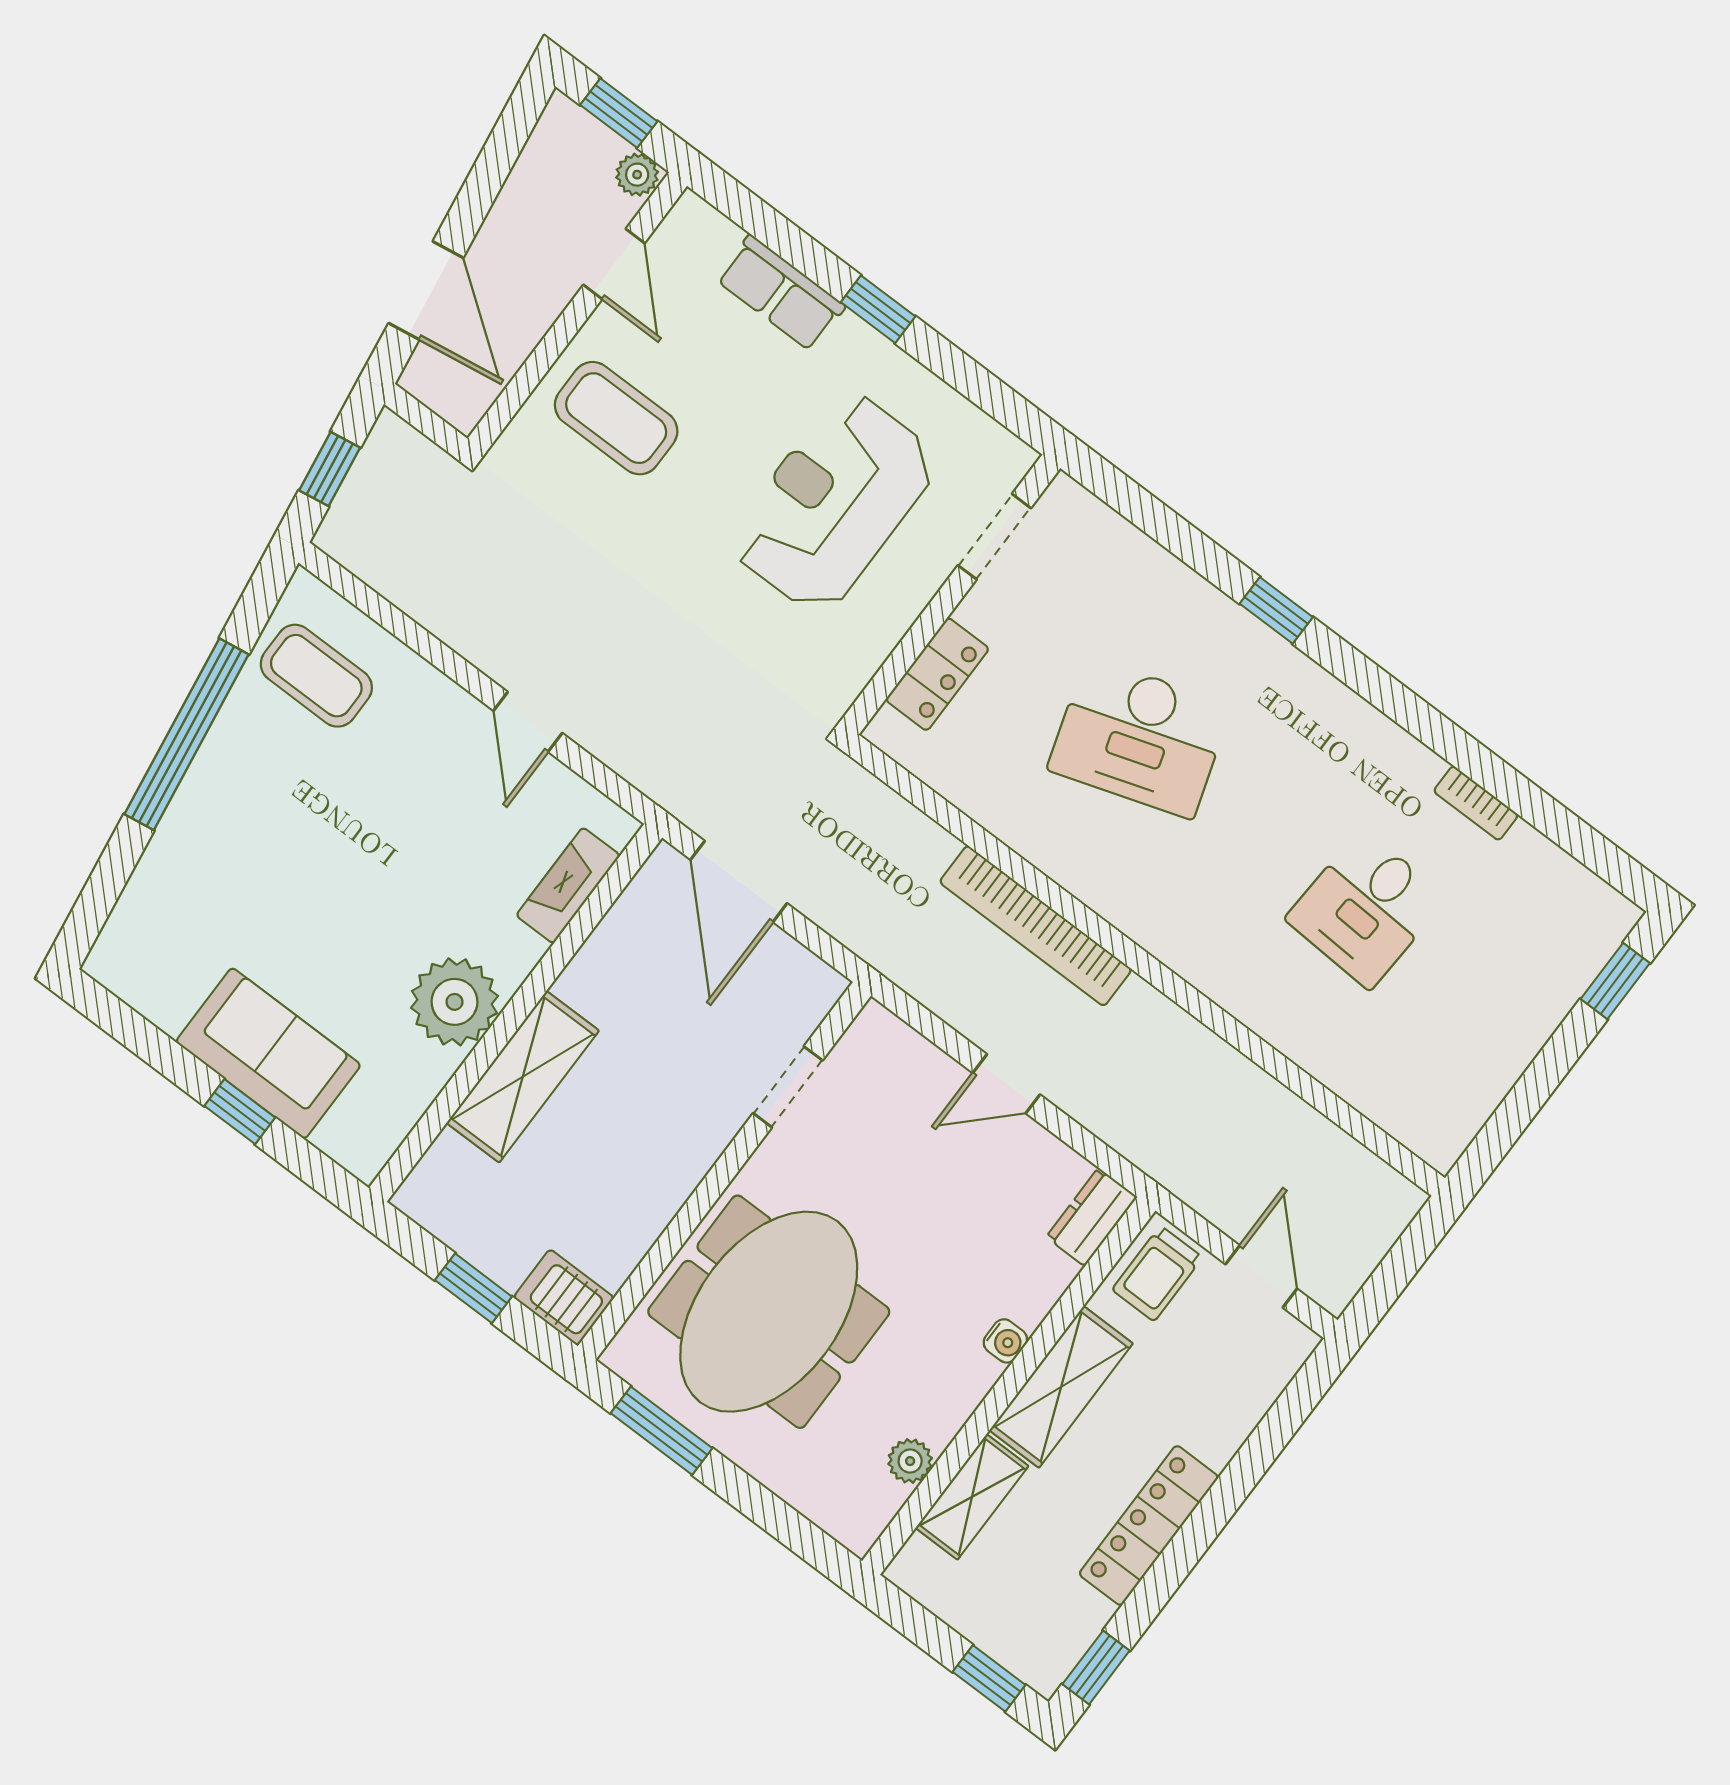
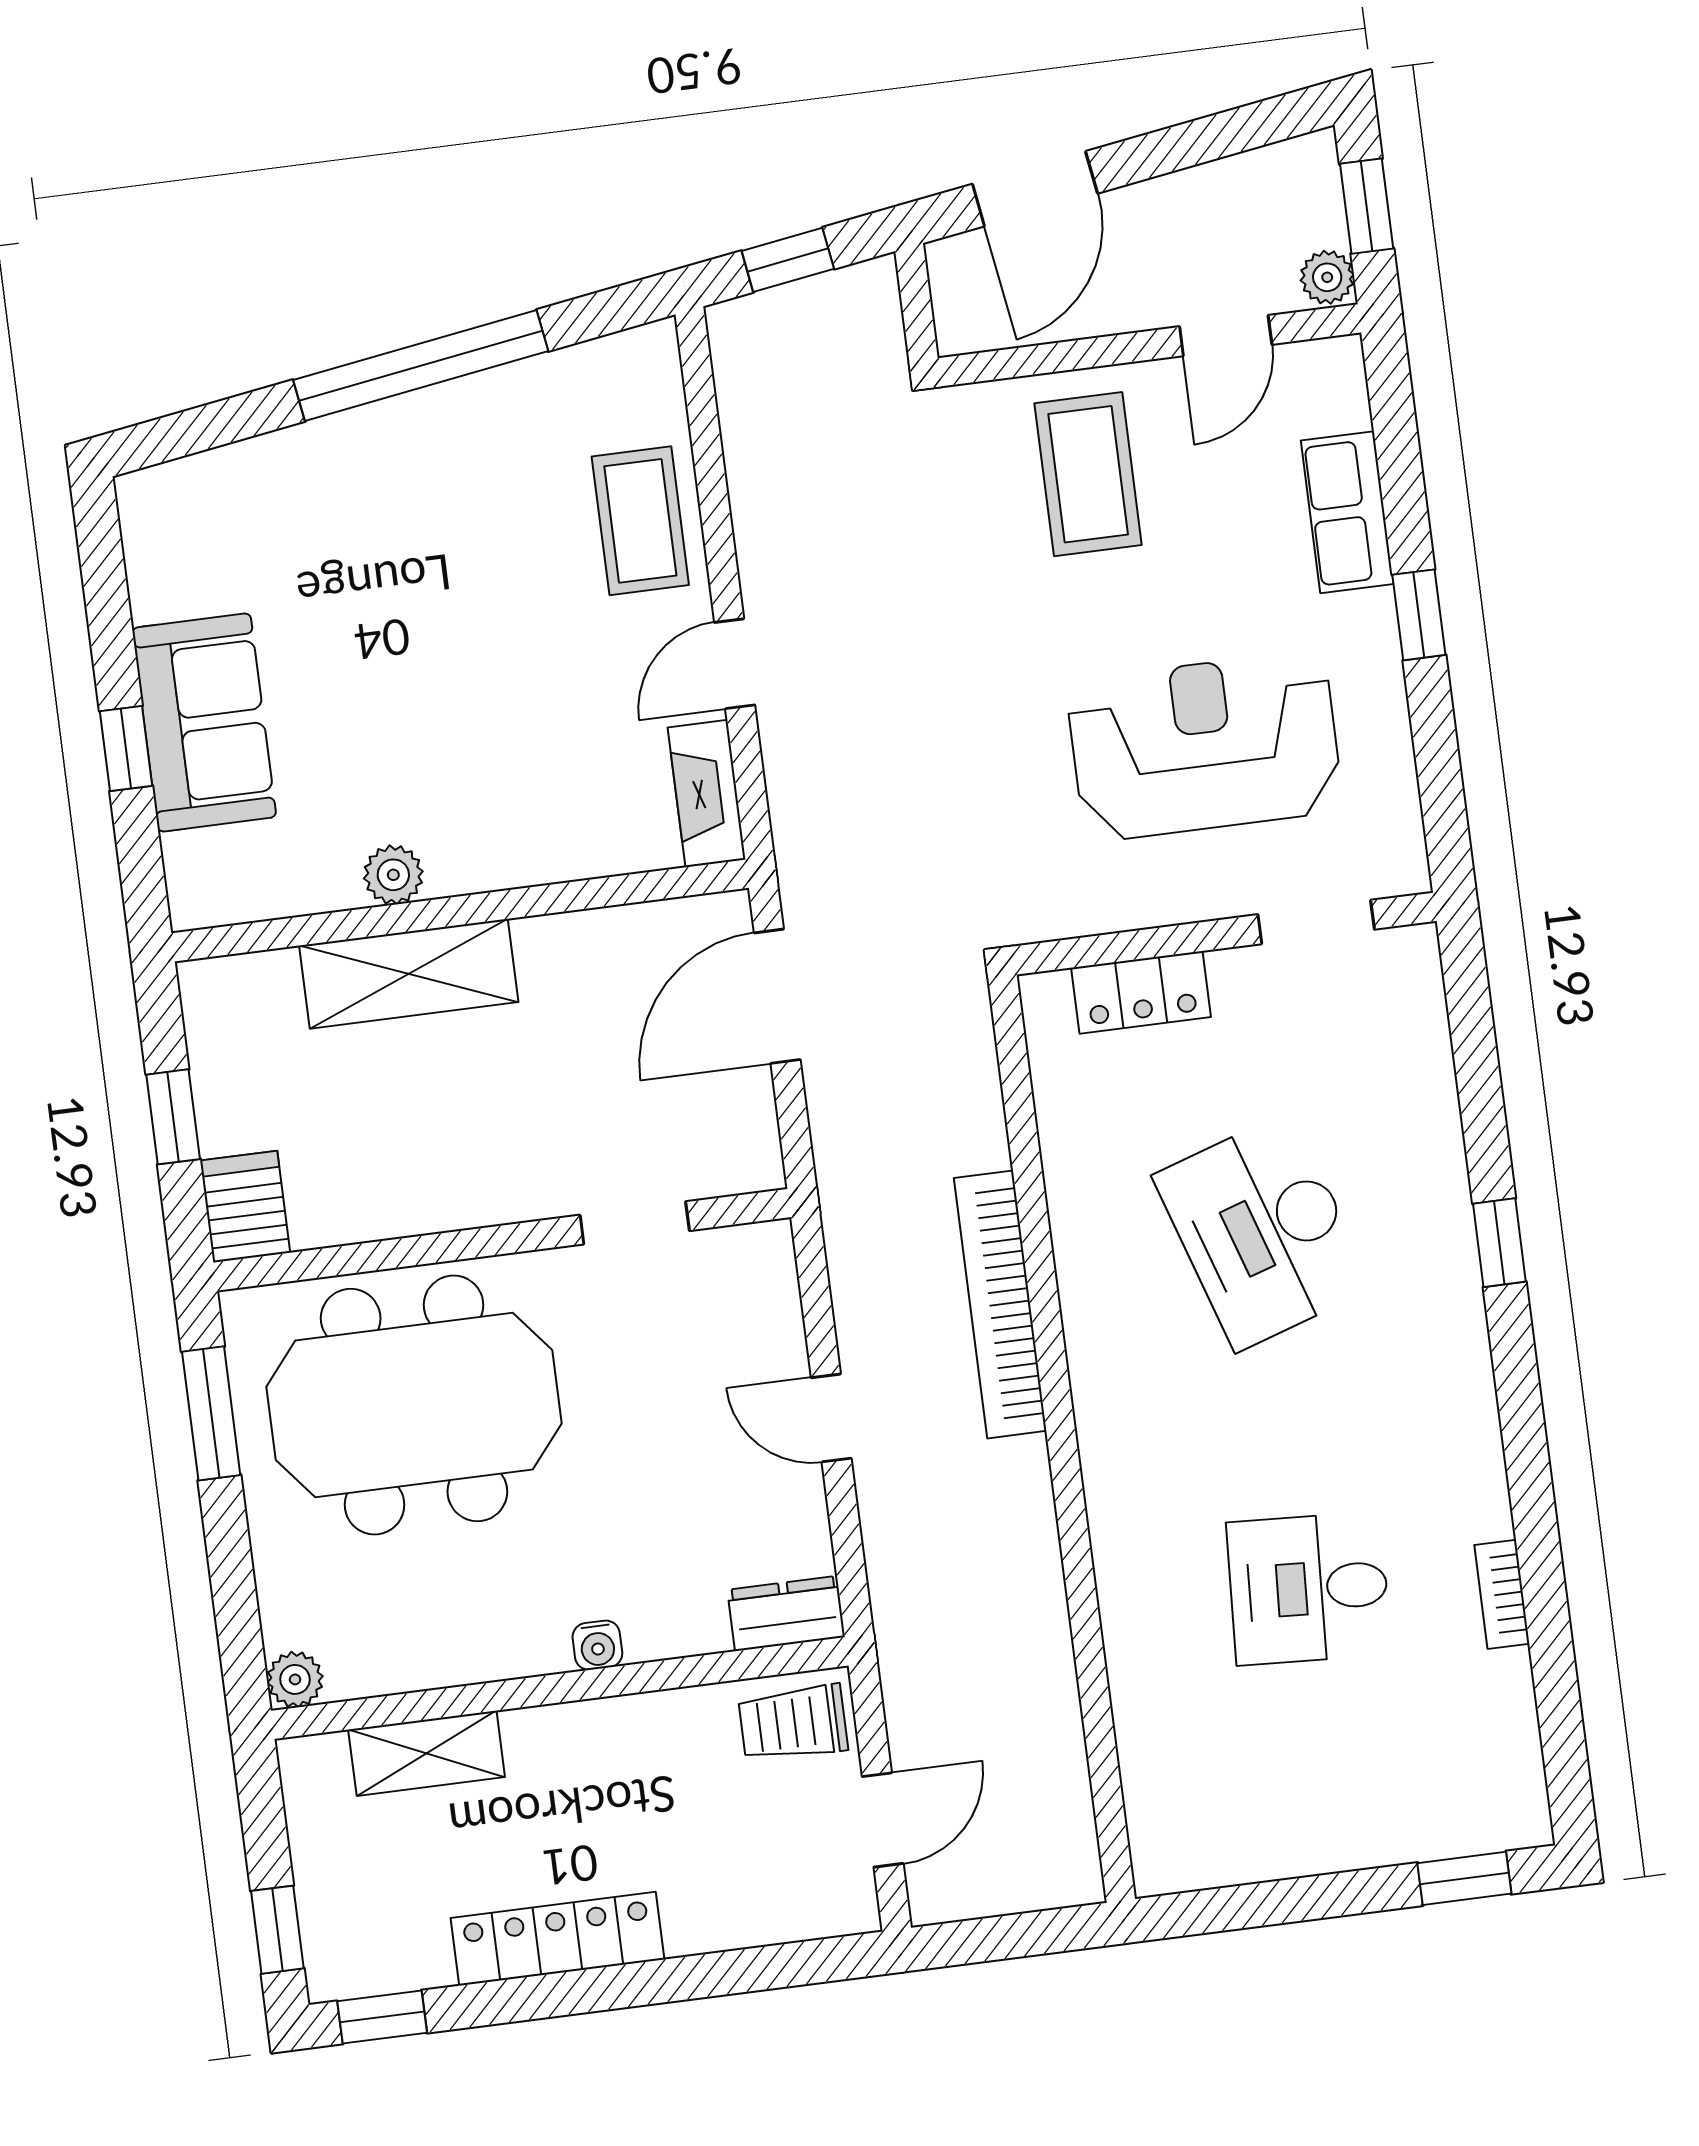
coffee table: (316, 676) -> (640, 521), moved
fireplace: (568, 885) -> (707, 794), moved, turned -90
plant: (454, 1002) -> (393, 875), width x0.53, depth x0.53
shelving: (1061, 1387) -> (605, 1736), removed
plant: (910, 1461) -> (295, 1679), moved

